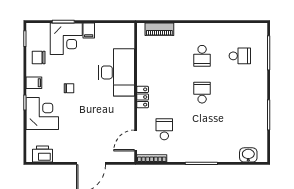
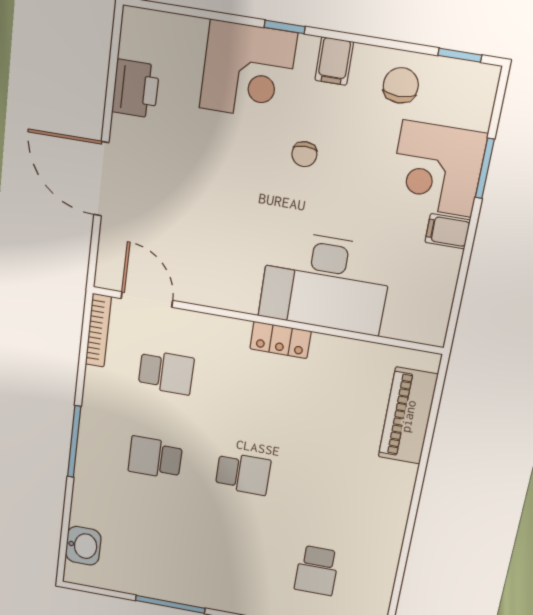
piano: (159, 29) -> (408, 416), width x1.37, depth x1.33
school desk: (202, 56) -> (155, 458), moved
locker: (143, 97) -> (280, 340), moved
printer: (43, 154) -> (136, 89), moved

